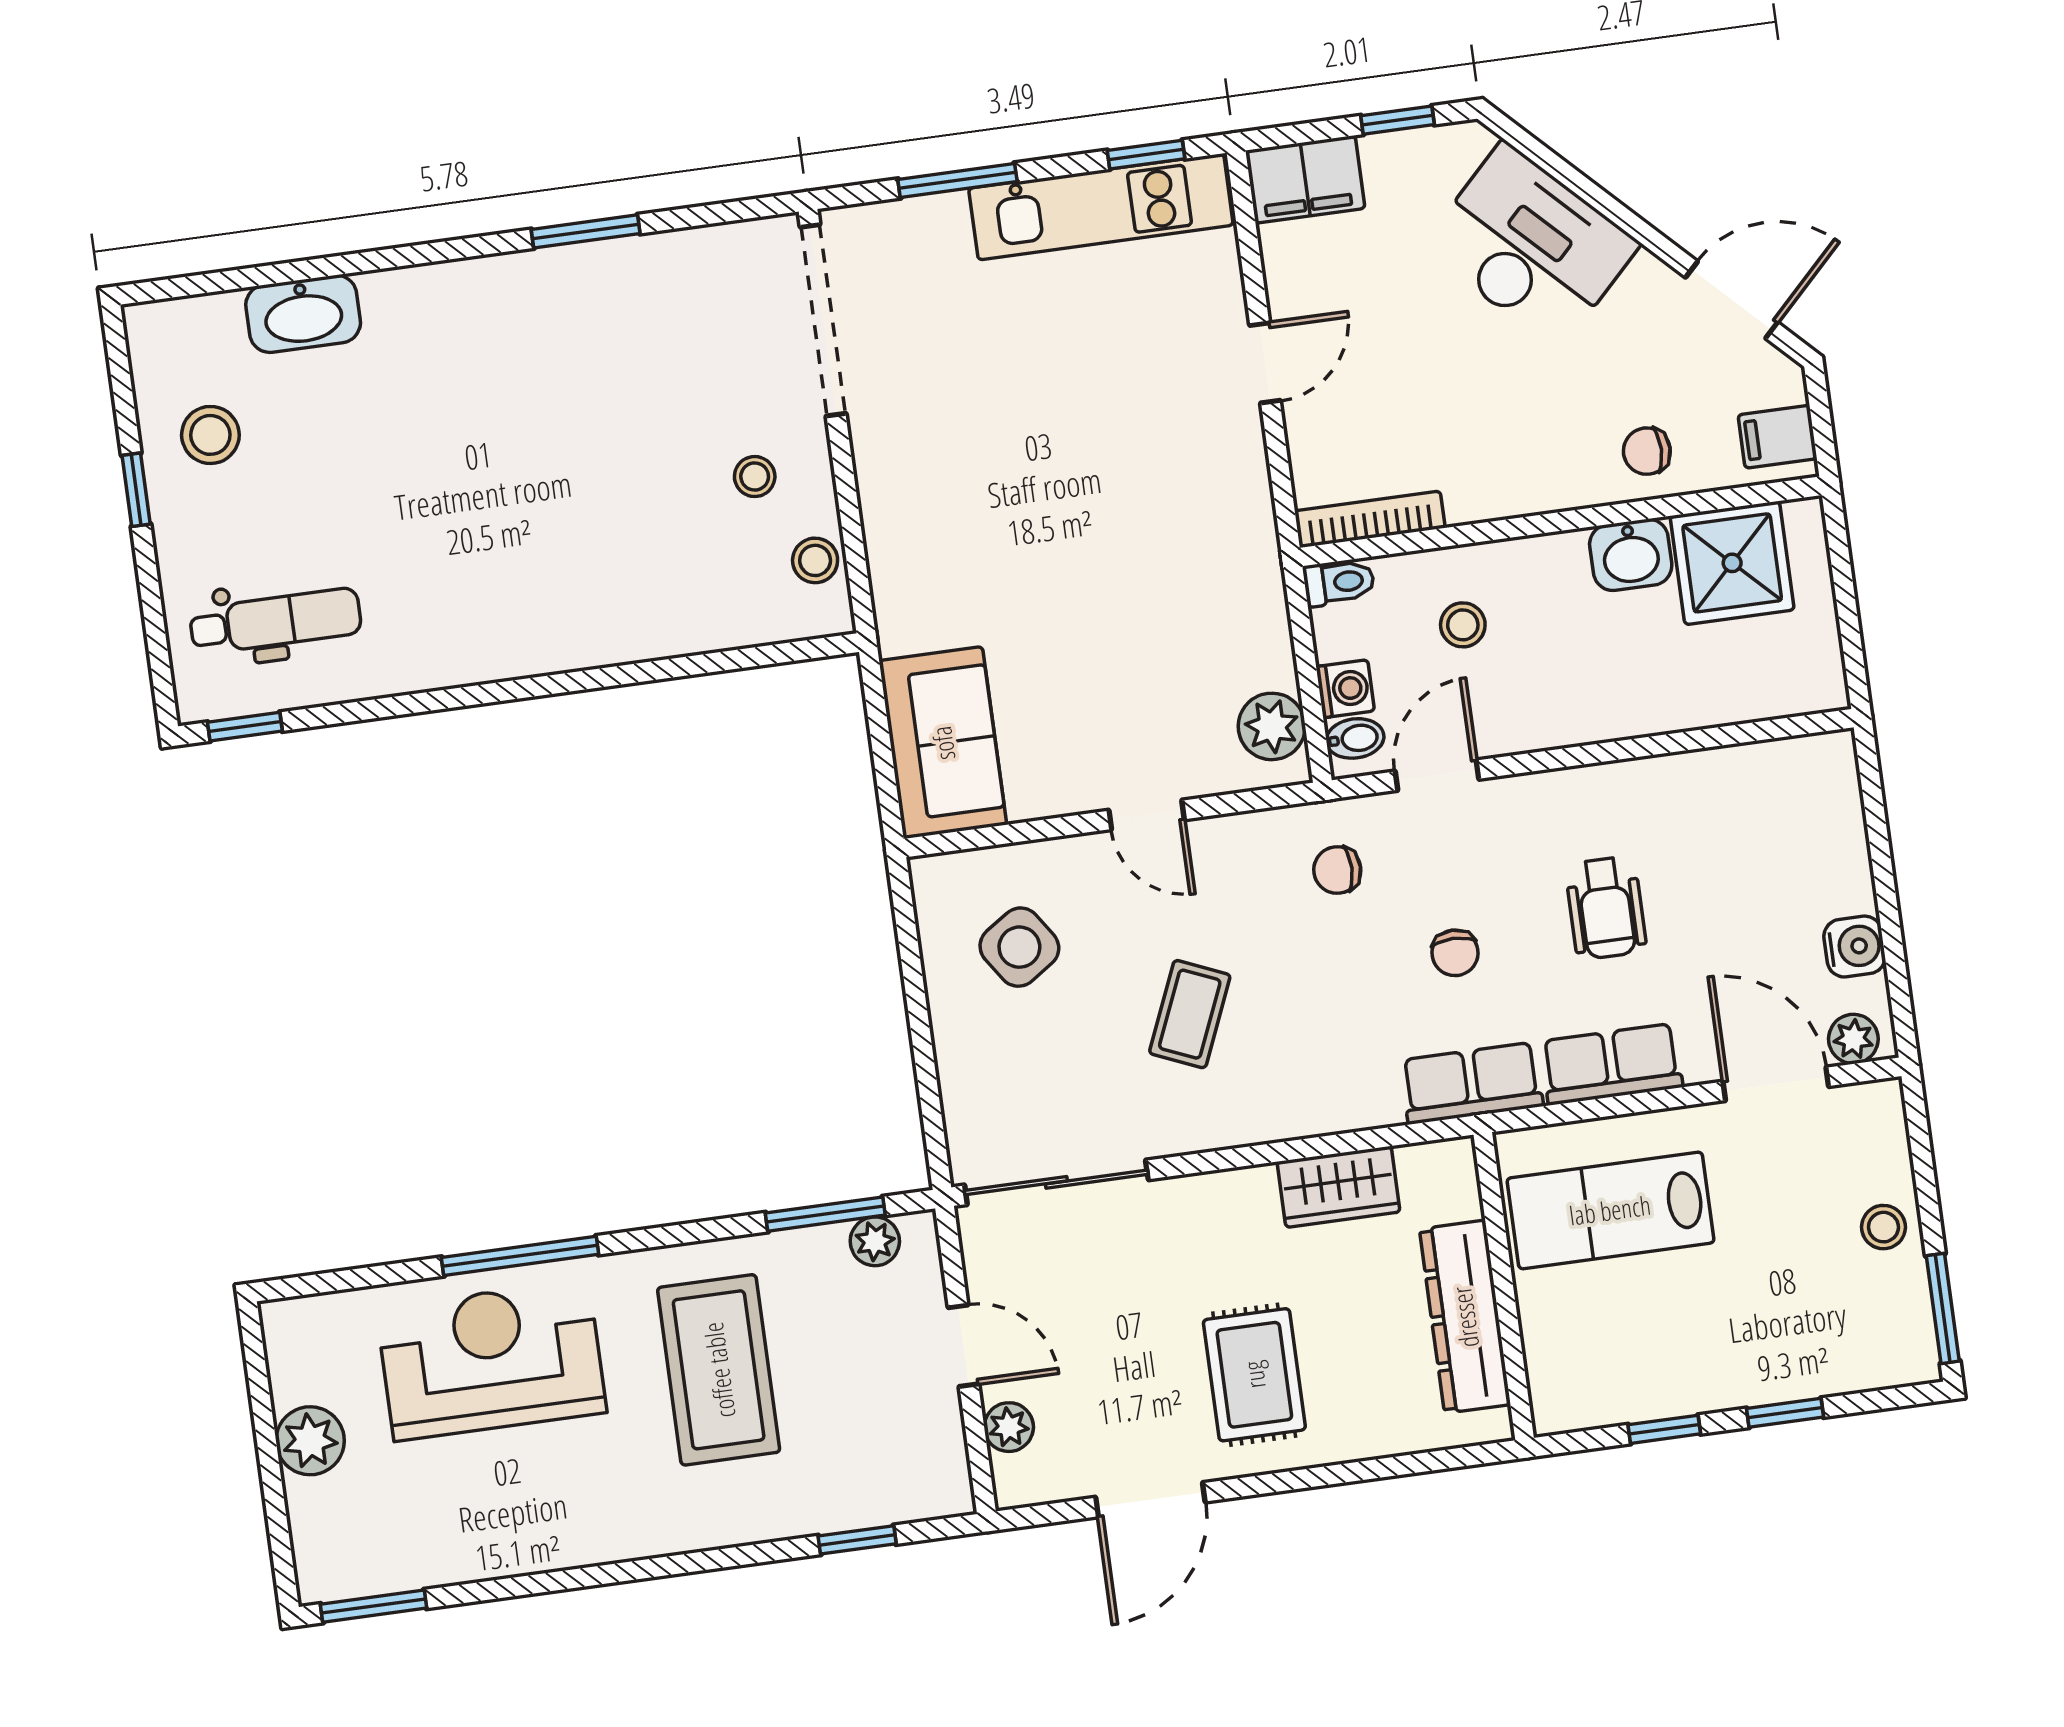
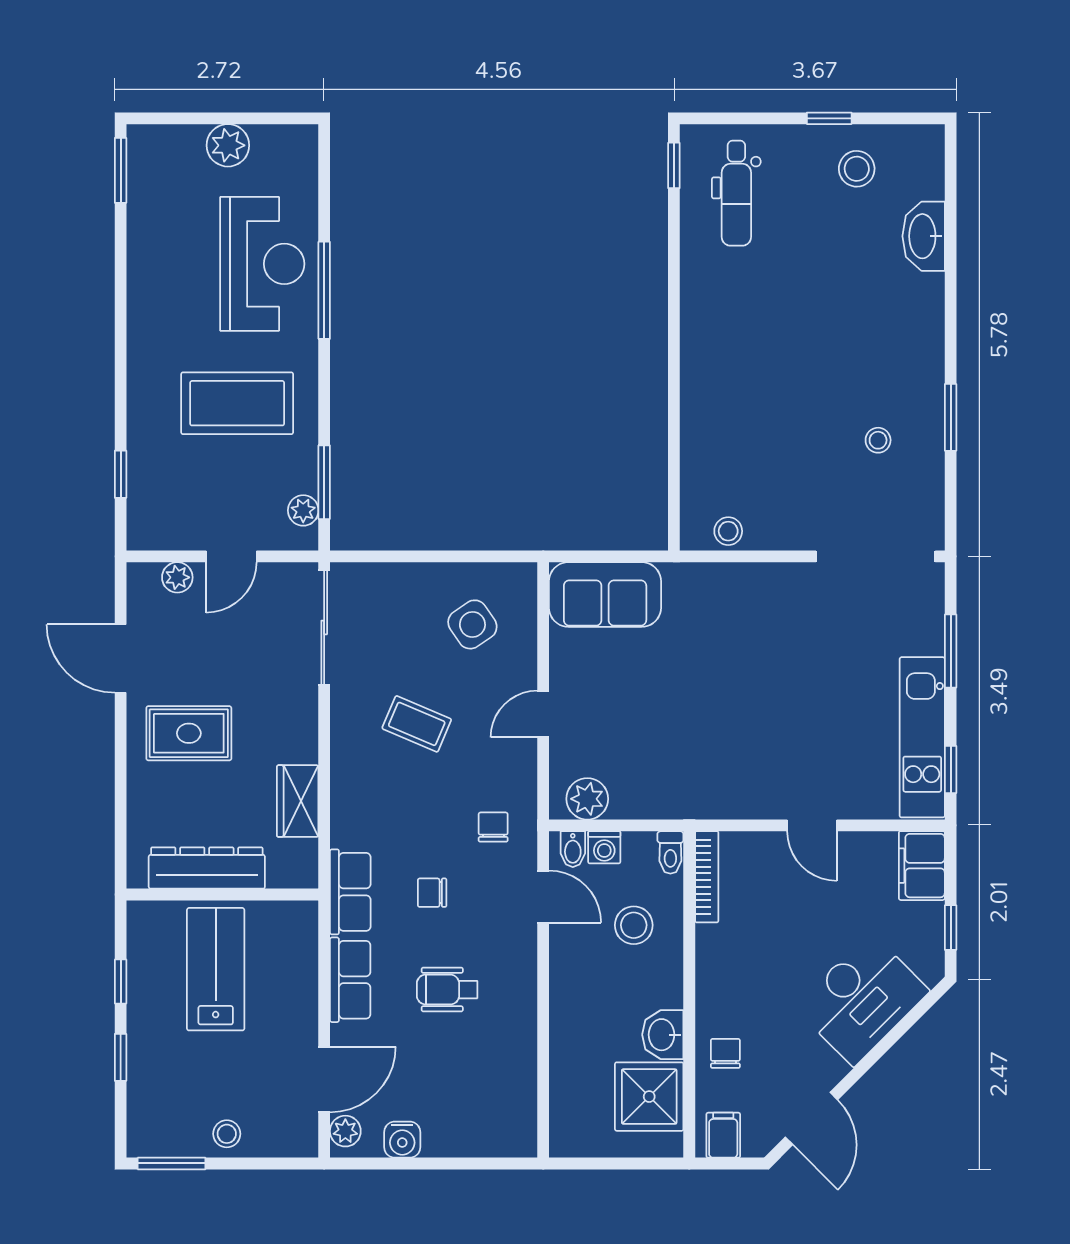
stool: (755, 477) -> (878, 440), moved
stool: (1463, 625) -> (634, 925), width x1.37, depth x1.37
lab bench: (1610, 1210) -> (216, 969), moved

